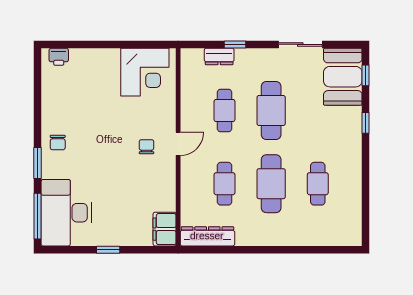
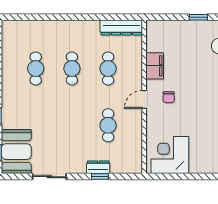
dresser: (219, 56) -> (98, 167), moved
cafe table: (271, 110) -> (72, 125), removed
cafe table: (271, 184) -> (72, 69), width x0.73, depth x0.74
filing cabinet: (165, 229) -> (155, 66), moved

